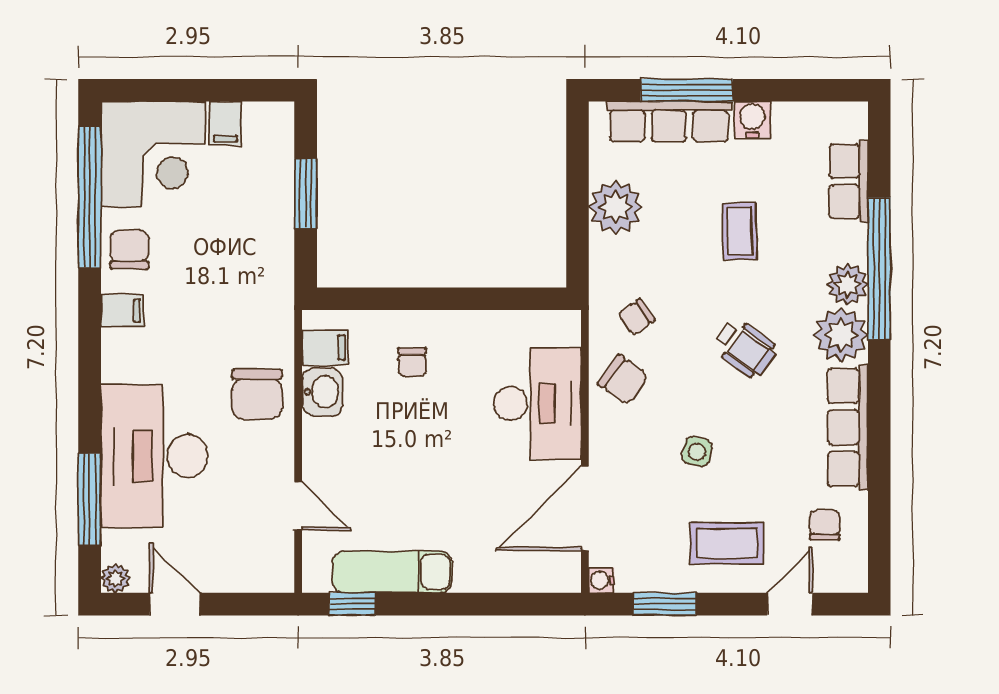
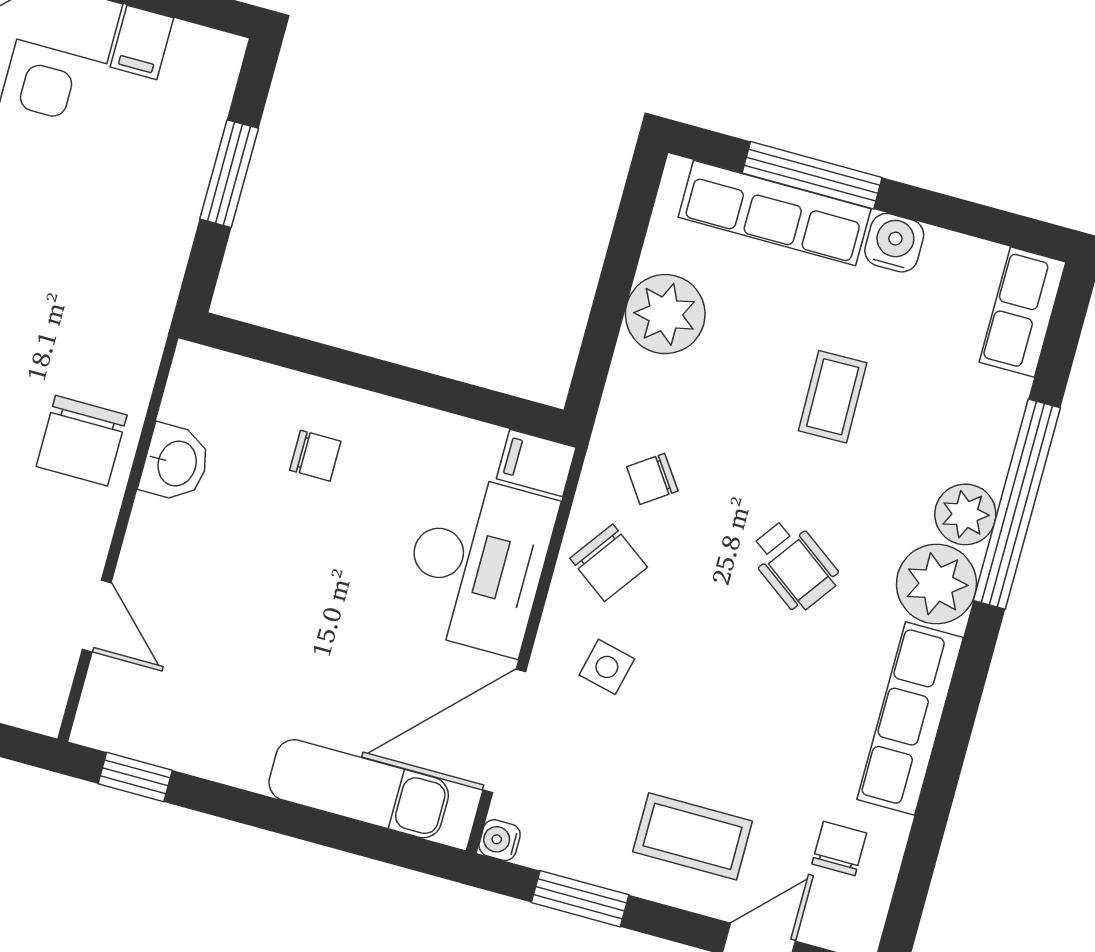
row of seats: (849, 181) -> (1023, 312), moved
filing cabinet: (325, 347) -> (536, 463), moved, turned 180
chair: (412, 362) -> (315, 456), turned -90
side table: (697, 452) -> (607, 667), moved
exam couch: (392, 572) -> (359, 789), moved

